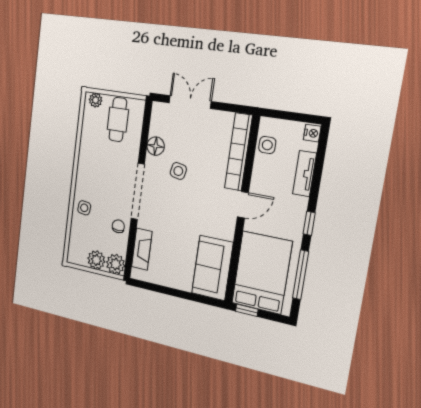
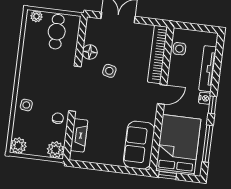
nightstand: (312, 133) -> (205, 98), moved
tv unit: (305, 174) -> (208, 69), width x1.41
plant: (96, 260) -> (18, 146), moved

